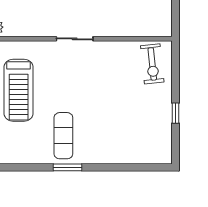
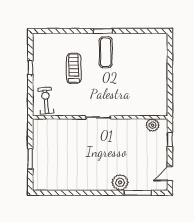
treadmill: (19, 90) -> (74, 68), moved, width x0.73, depth x0.73

